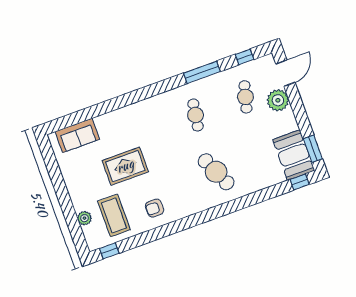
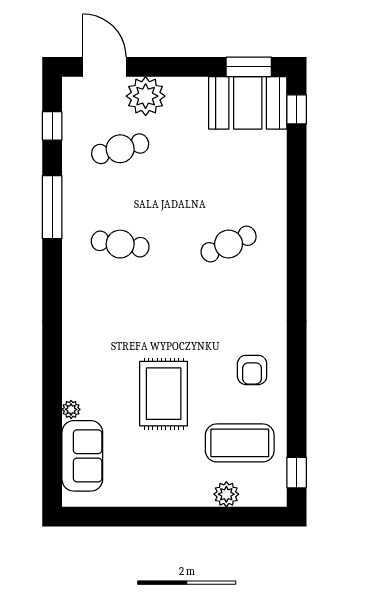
cafe table: (245, 97) -> (120, 149), turned -30
plant: (99, 121) -> (71, 409), added
cafe table: (216, 172) -> (229, 244), width x0.73, depth x0.74

